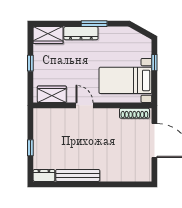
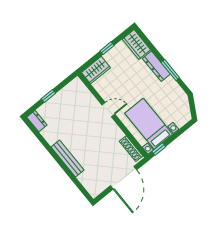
window: (154, 63) -> (159, 149), moved
wardrobe: (52, 94) -> (96, 70), moved, turned 90
door: (85, 105) -> (108, 110), hinge flipped
bench: (78, 175) -> (68, 159), moved

